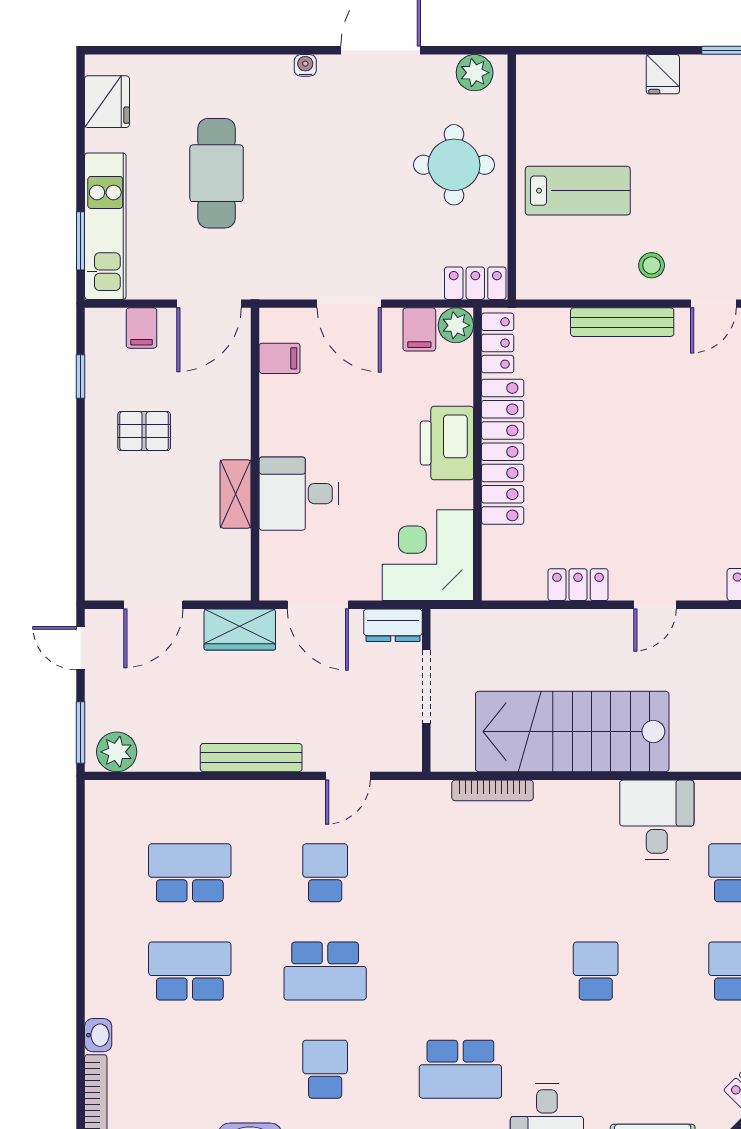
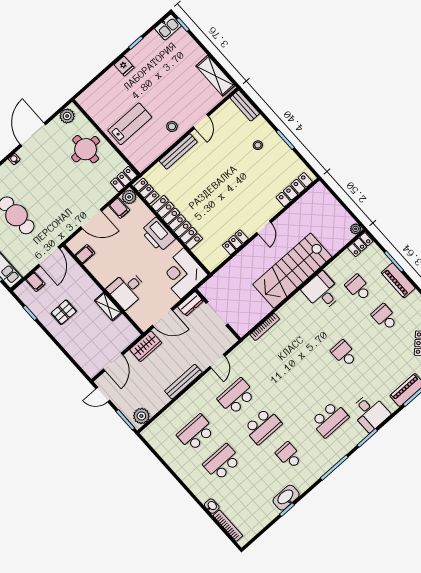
stairs: (572, 732) -> (292, 271), moved
school desk: (325, 873) -> (236, 396), width x1.85

